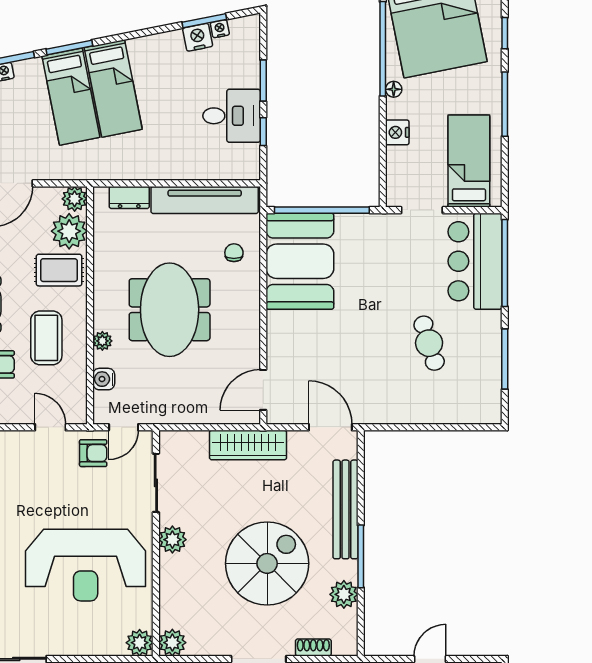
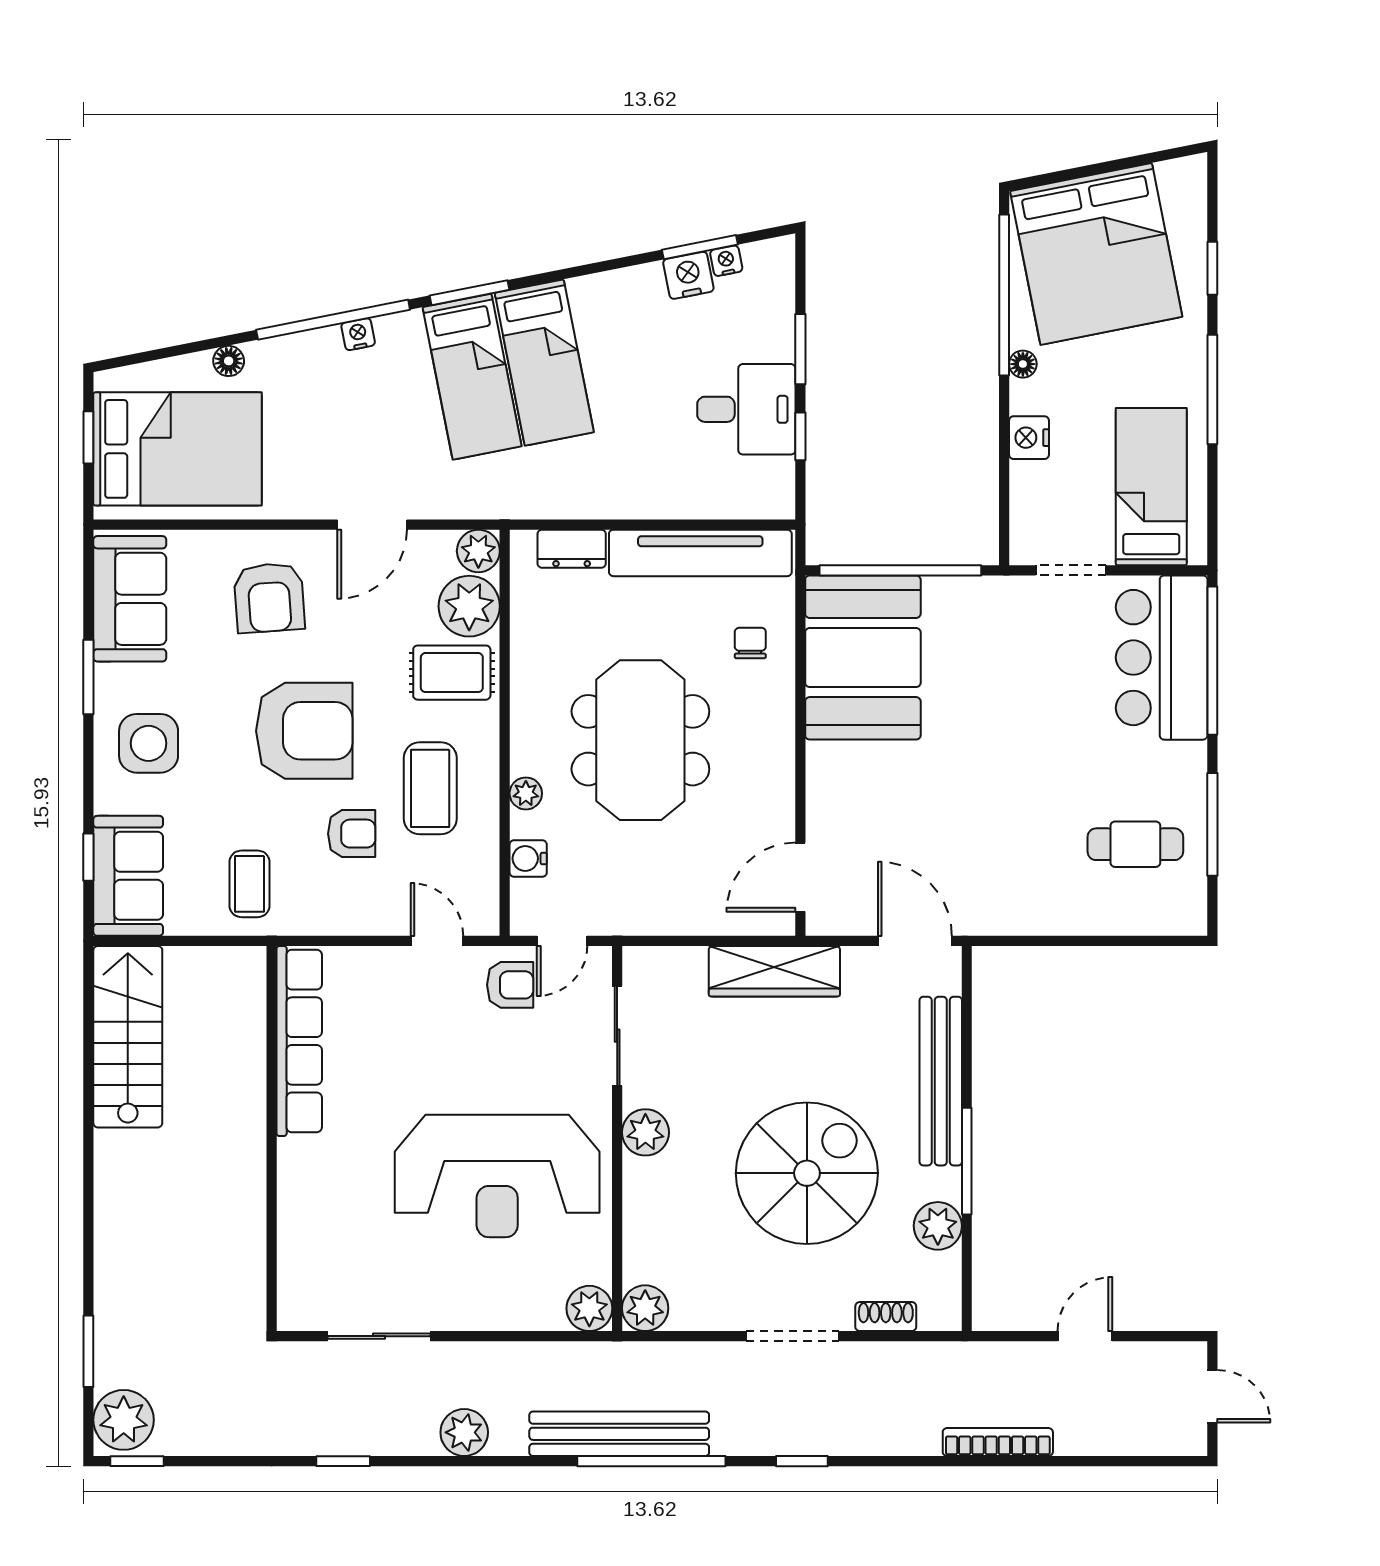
cafe table: (429, 343) -> (1135, 844), moved, turned -73

